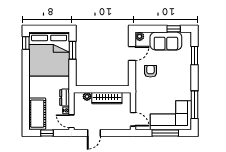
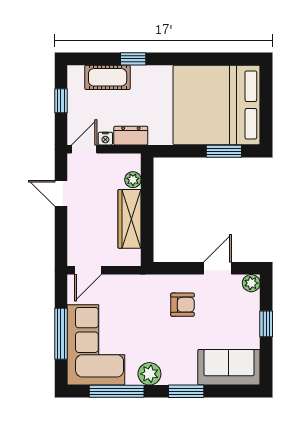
window: (174, 29) -> (266, 324), moved
sofa: (166, 41) -> (229, 367), moved, turned 90
window: (26, 43) -> (133, 59), moved
door: (132, 53) -> (218, 268), swing flipped
window: (194, 56) -> (186, 391), moved
plant: (186, 88) -> (149, 374), added
cot: (37, 114) -> (108, 77), width x0.73, depth x0.75

